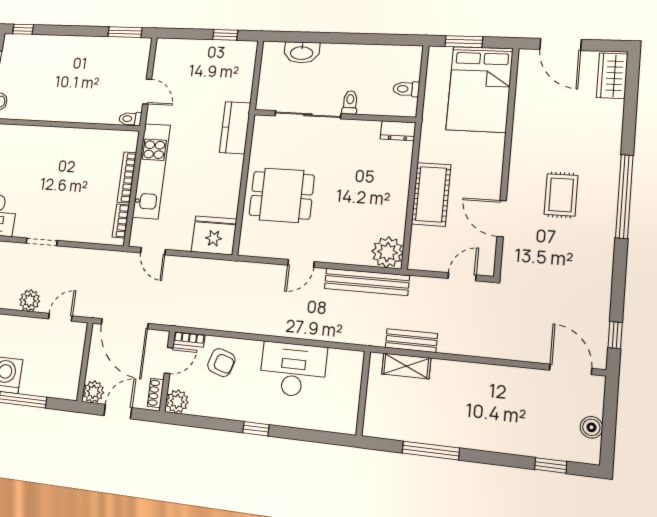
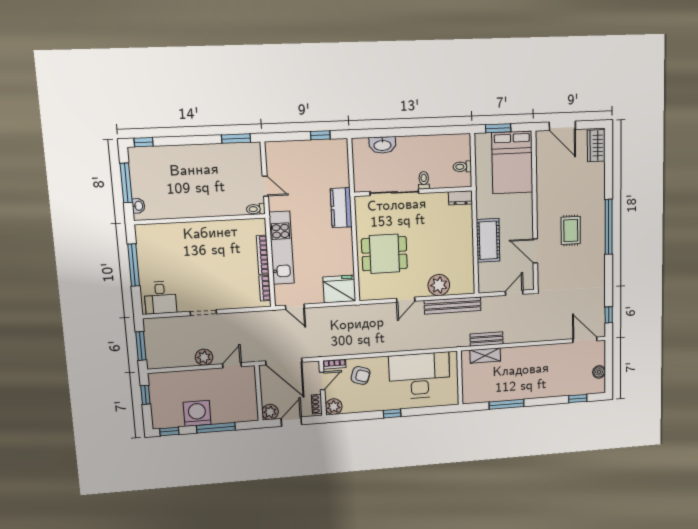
plant: (387, 252) -> (439, 285), moved
desk: (293, 370) -> (419, 376), width x1.36, depth x1.30

